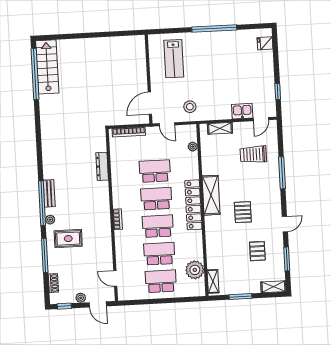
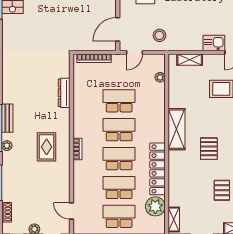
door: (167, 124) -> (134, 52), hinge flipped
locker: (193, 205) -> (157, 169), moved
rug: (68, 239) -> (47, 147), moved, turned 90

